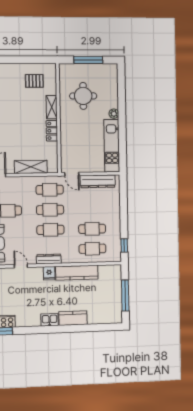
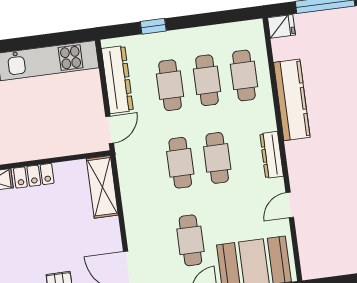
shelving: (31, 167) -> (102, 187), moved
cafe table: (50, 190) -> (170, 85), moved
window: (124, 245) -> (153, 26), moved
fridge: (49, 273) -> (281, 26), moved

